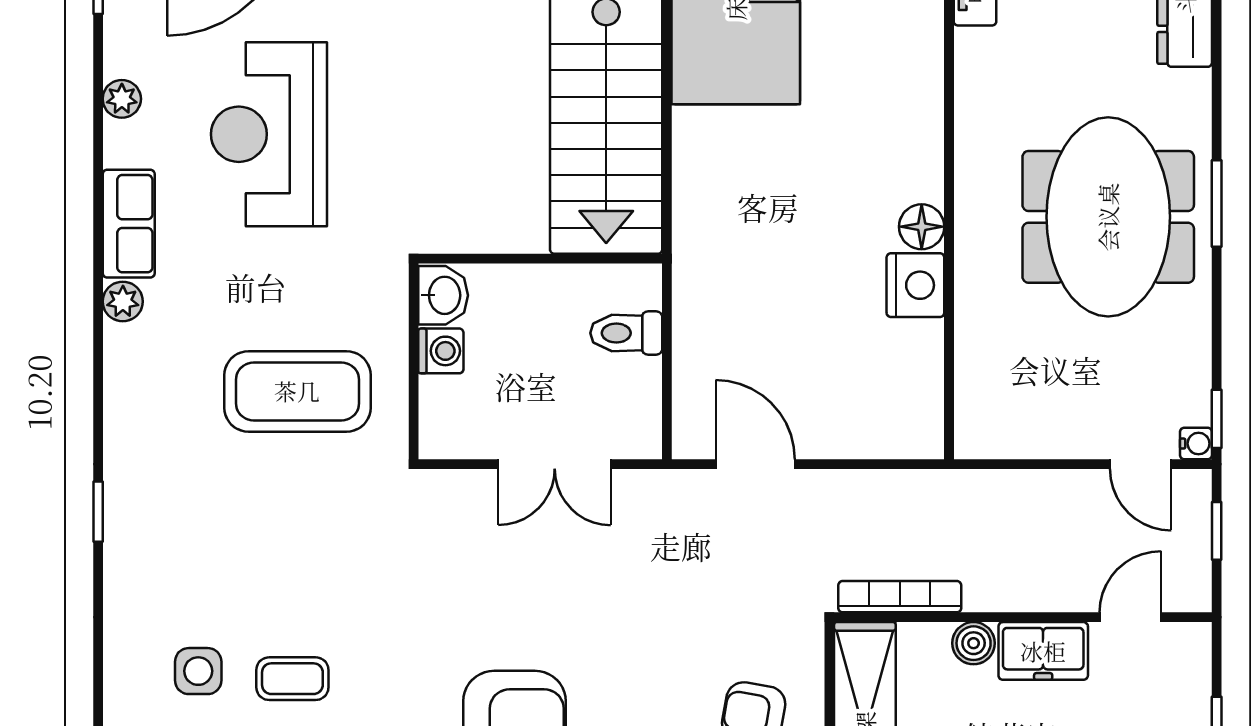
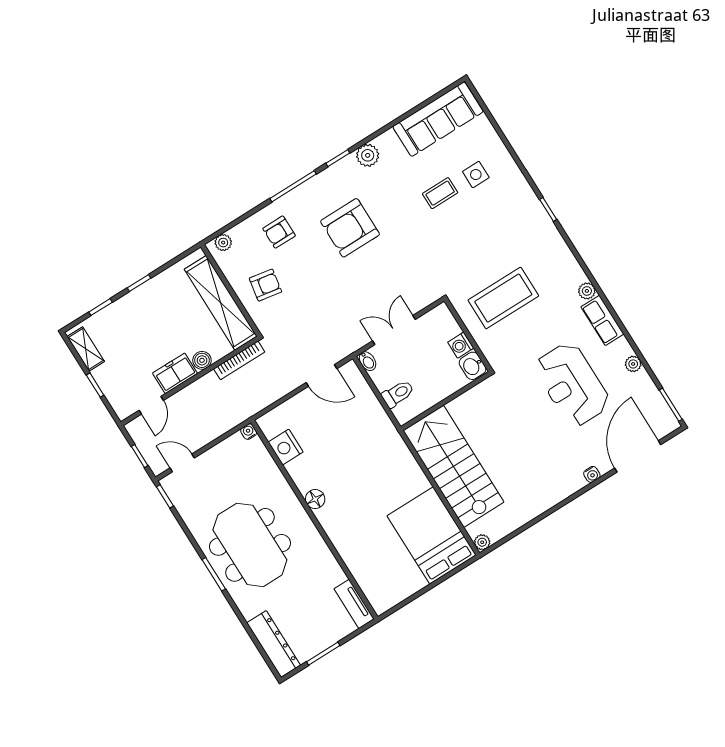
reception desk: (269, 134) -> (572, 385), turned 180
nightstand: (915, 285) -> (286, 447), moved
bidet: (646, 435) -> (368, 361), added
water cooler: (1196, 444) -> (249, 432), moved, turned 90

